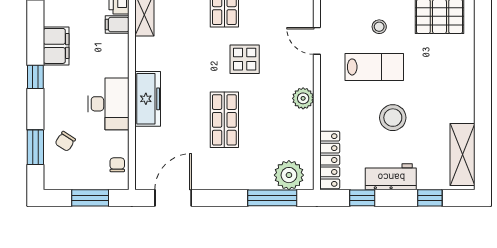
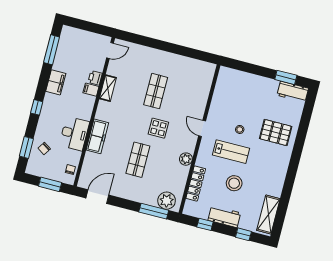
filing cabinet: (56, 46) -> (56, 82), moved
locker: (330, 160) -> (196, 183), moved

